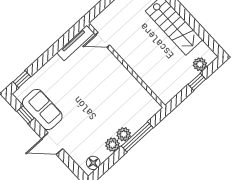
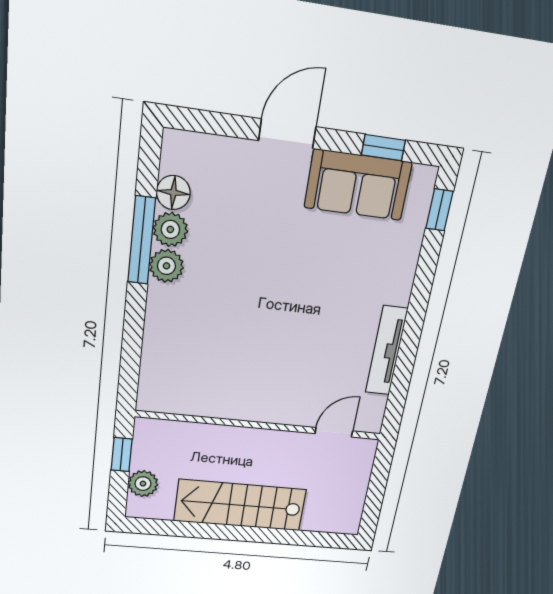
door: (102, 40) -> (334, 432), moved
wall: (126, 65) -> (260, 425), moved
window: (137, 137) -> (142, 240), moved
floor lamp: (93, 163) -> (173, 193), moved

